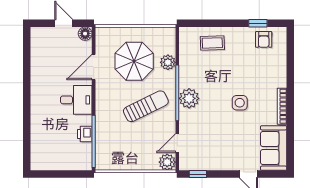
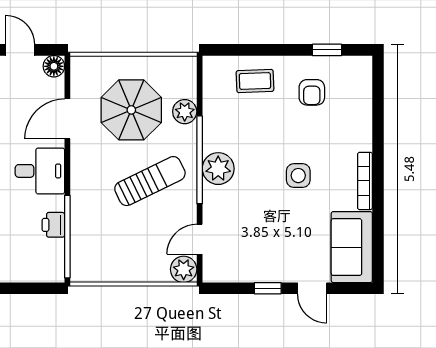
armchair: (264, 39) -> (312, 92), moved
window: (198, 174) -> (268, 288), moved

